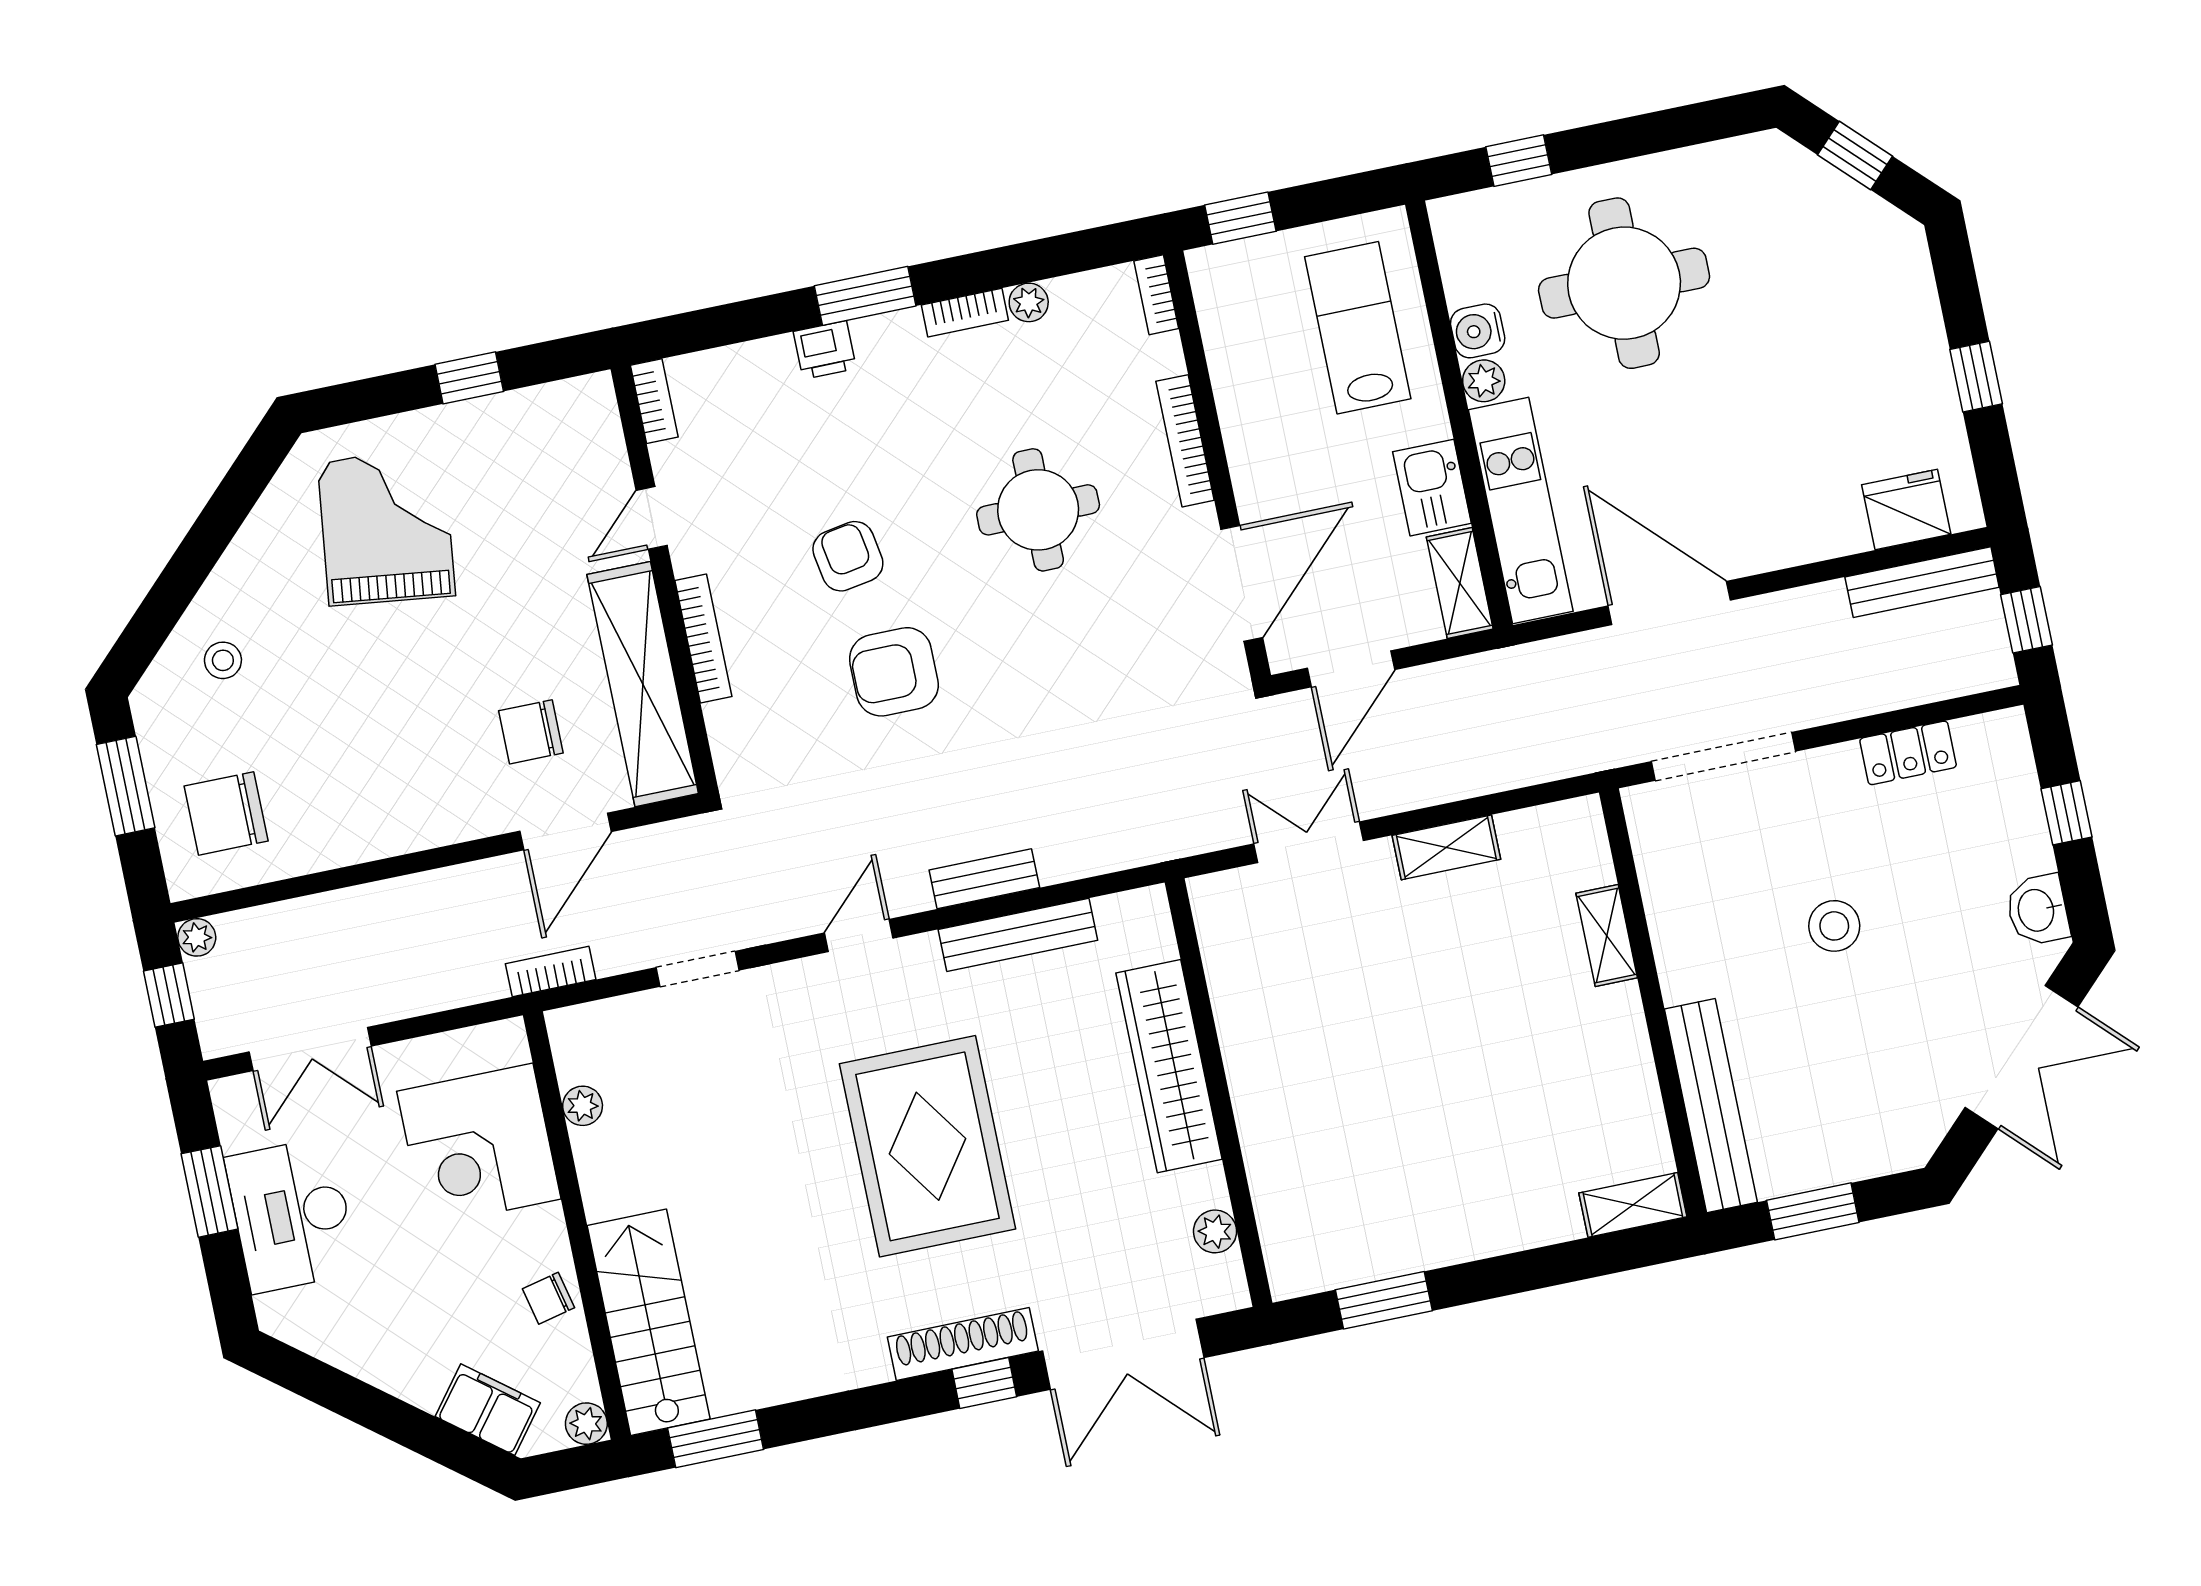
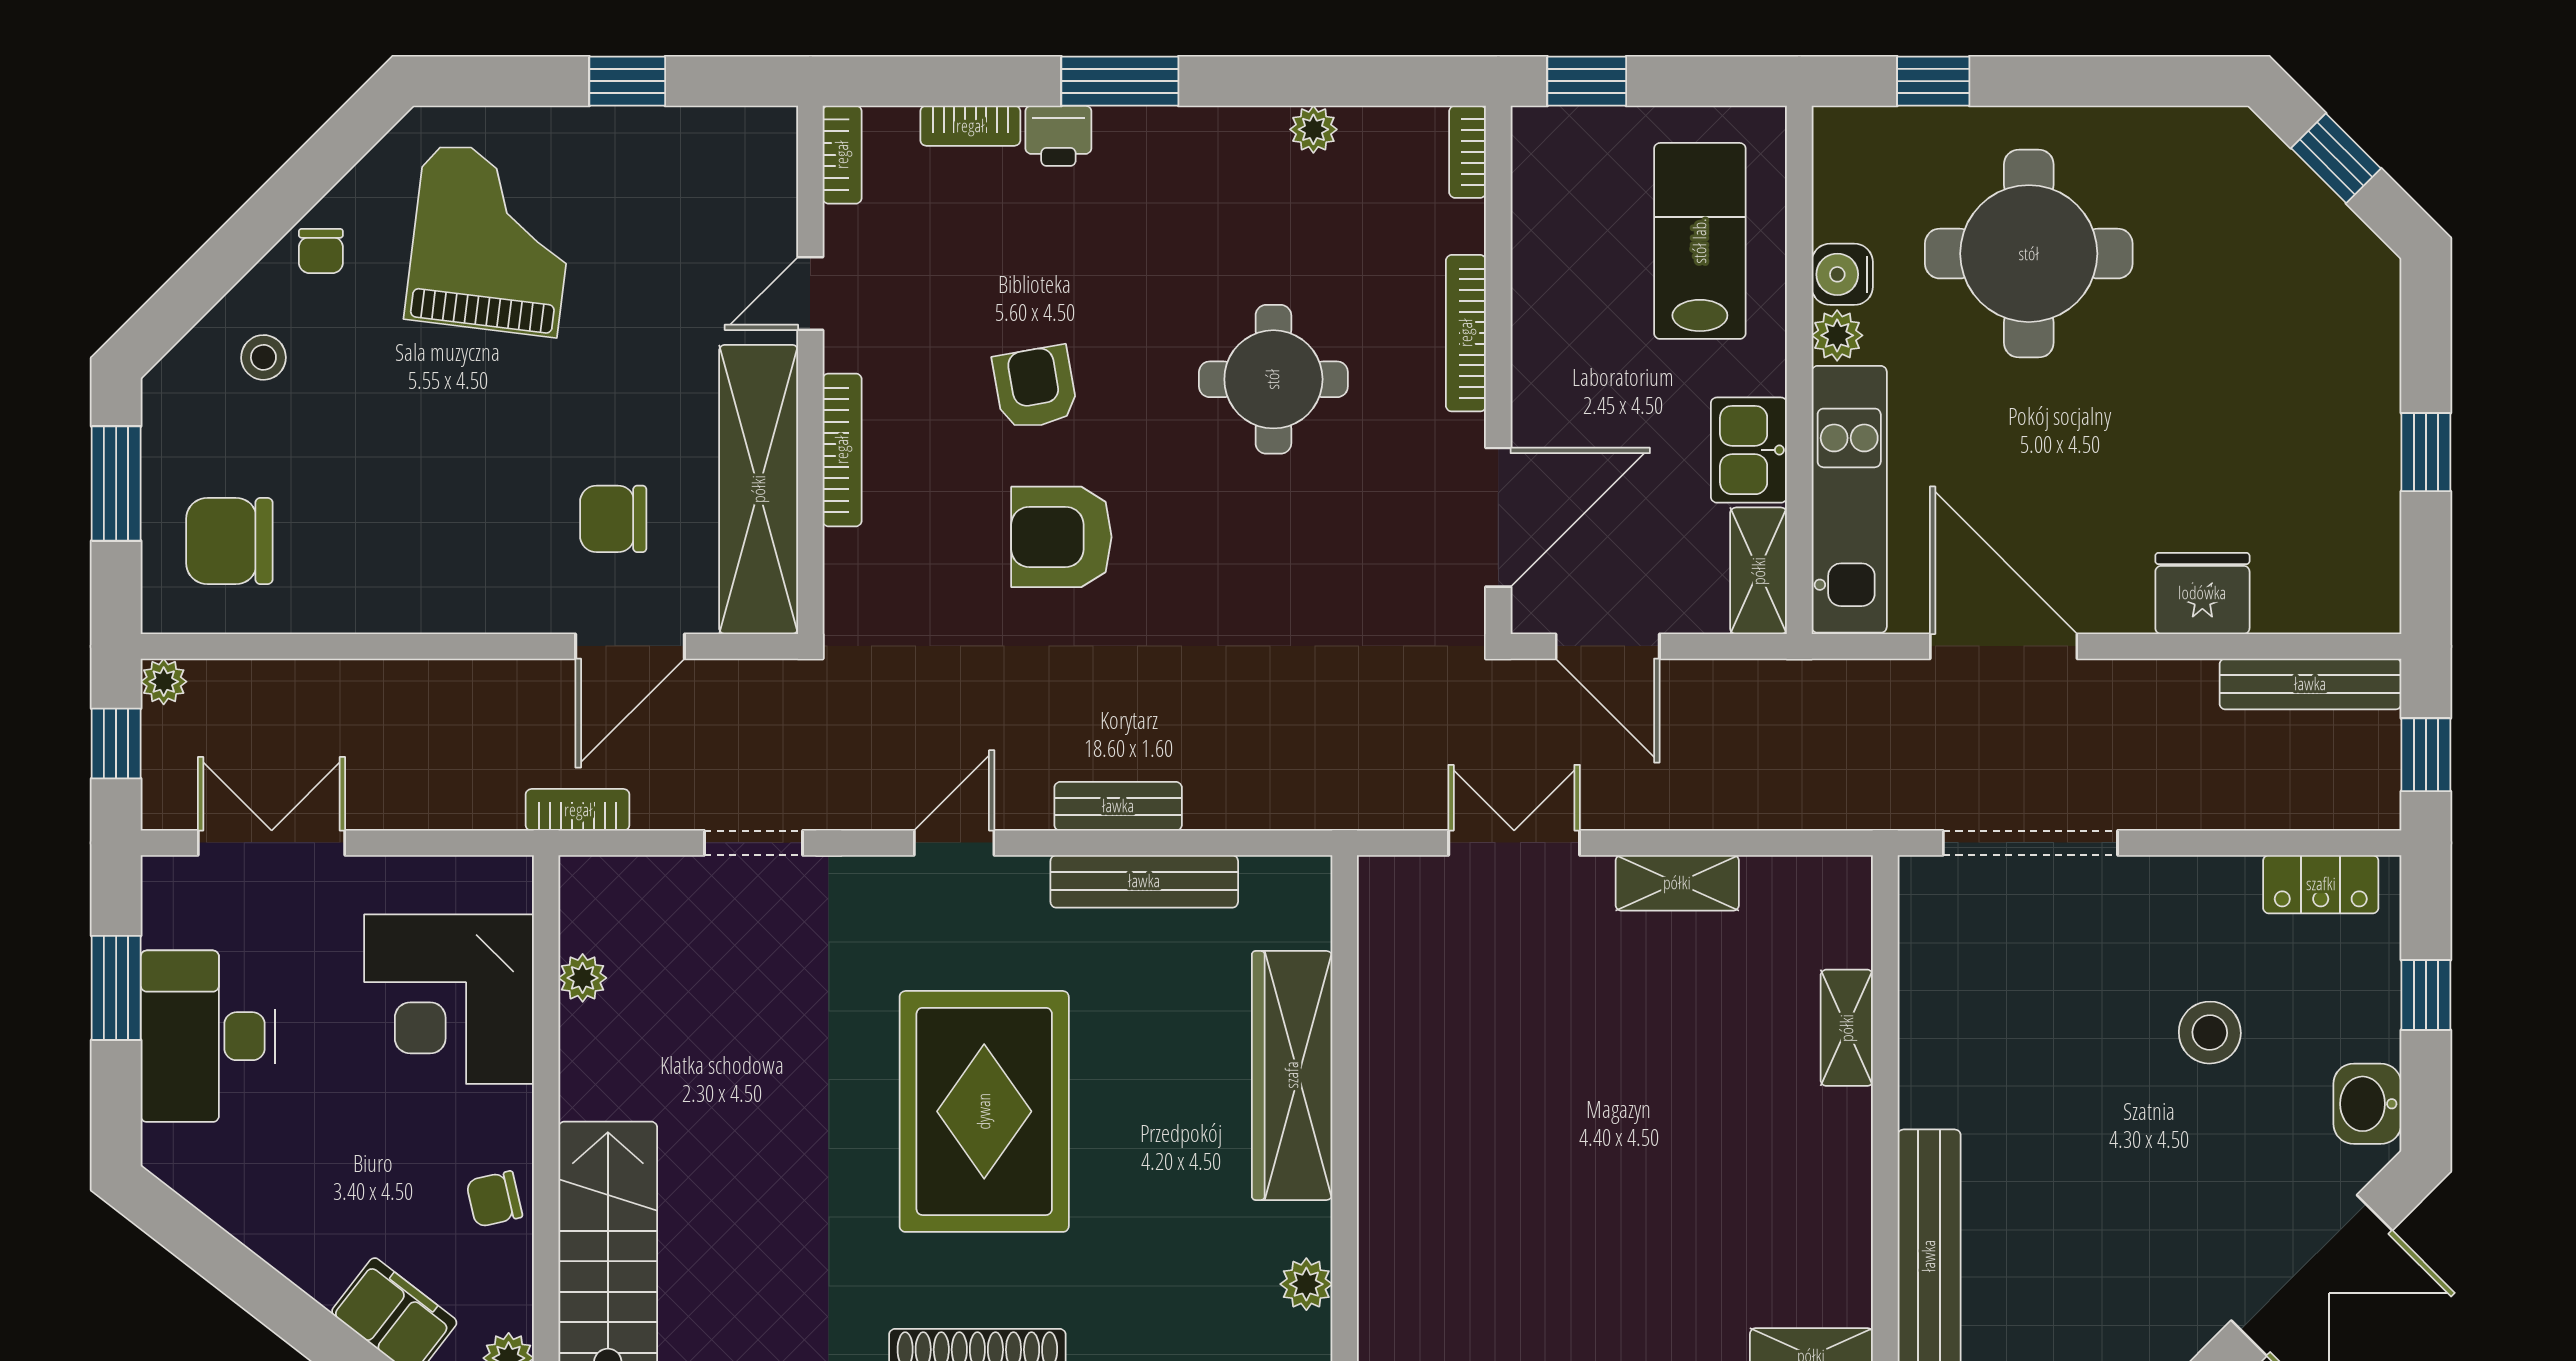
bookcase: (965, 313) -> (970, 126), moved
fridge: (1906, 510) -> (2202, 593), moved
chair: (251, 565) -> (321, 251), added
door: (1351, 669) -> (1608, 646), hinge flipped
locker: (1908, 753) -> (2321, 884), moved
stool: (1834, 926) -> (2210, 1033), moved
double door: (310, 1049) -> (272, 843), swing flipped

